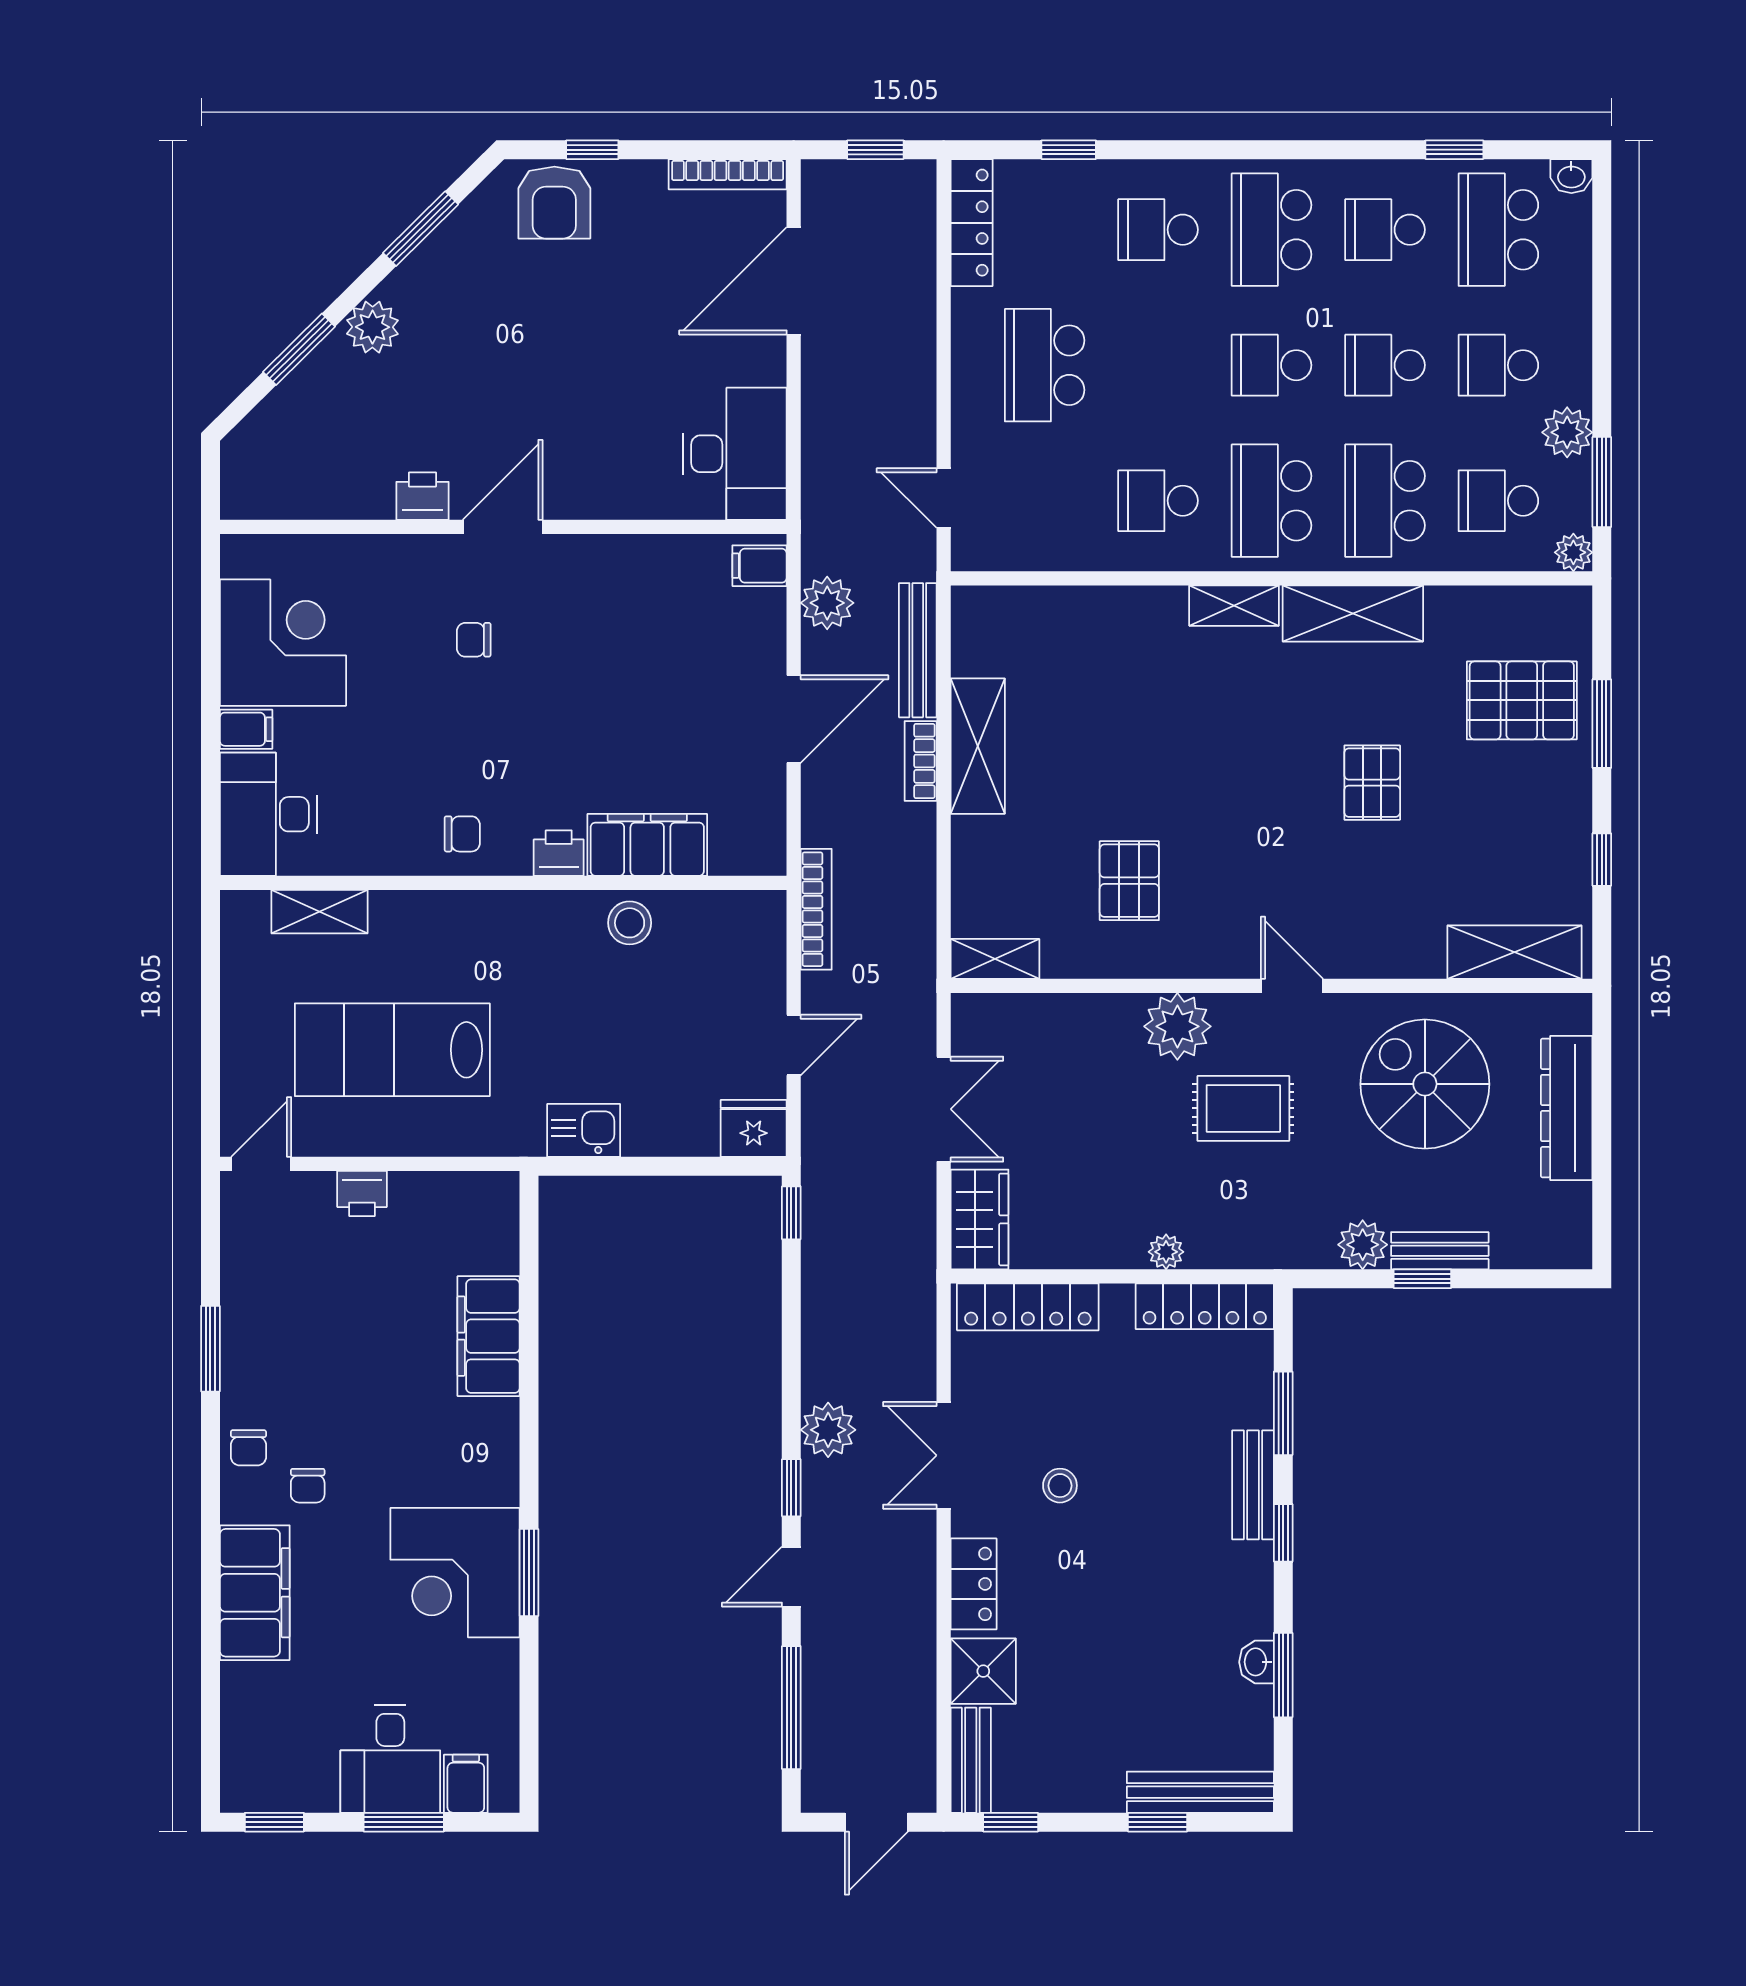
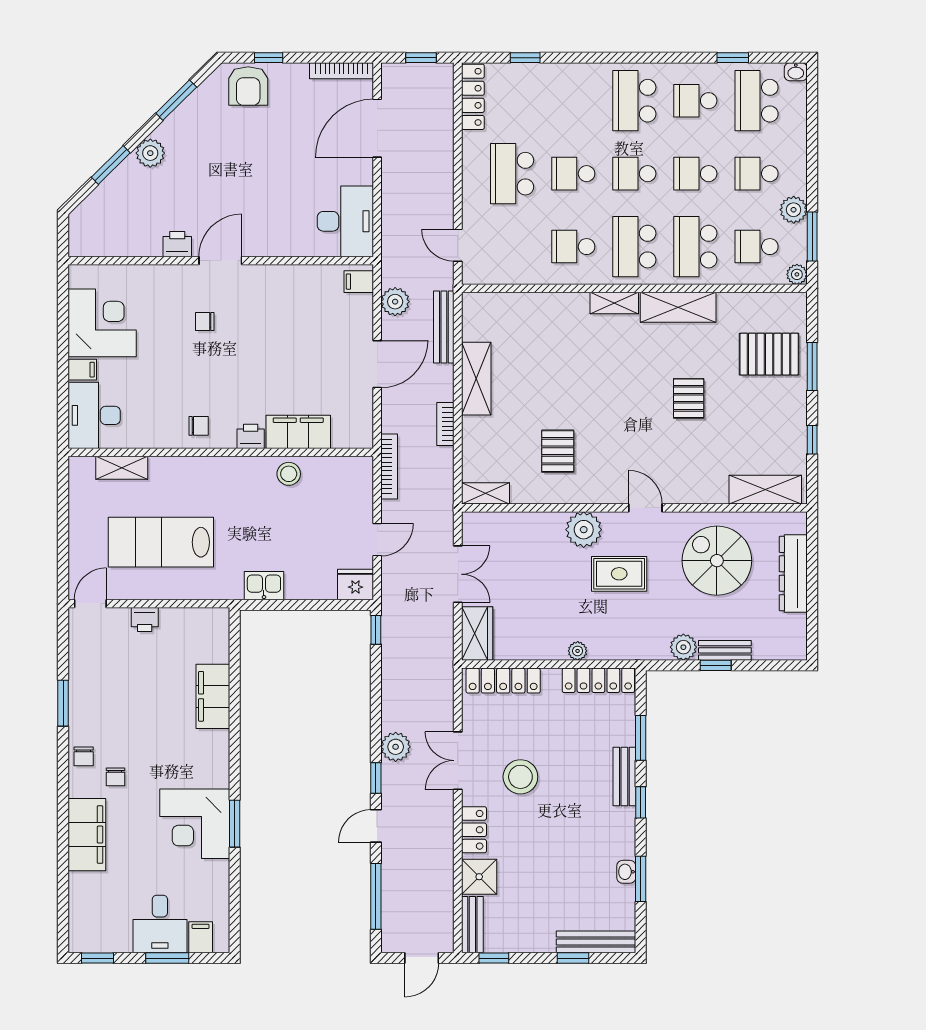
school desk: (1158, 230) -> (573, 174), moved
bookcase: (921, 761) -> (445, 424), moved
stool: (1060, 1486) -> (520, 777), width x1.89, depth x1.89

